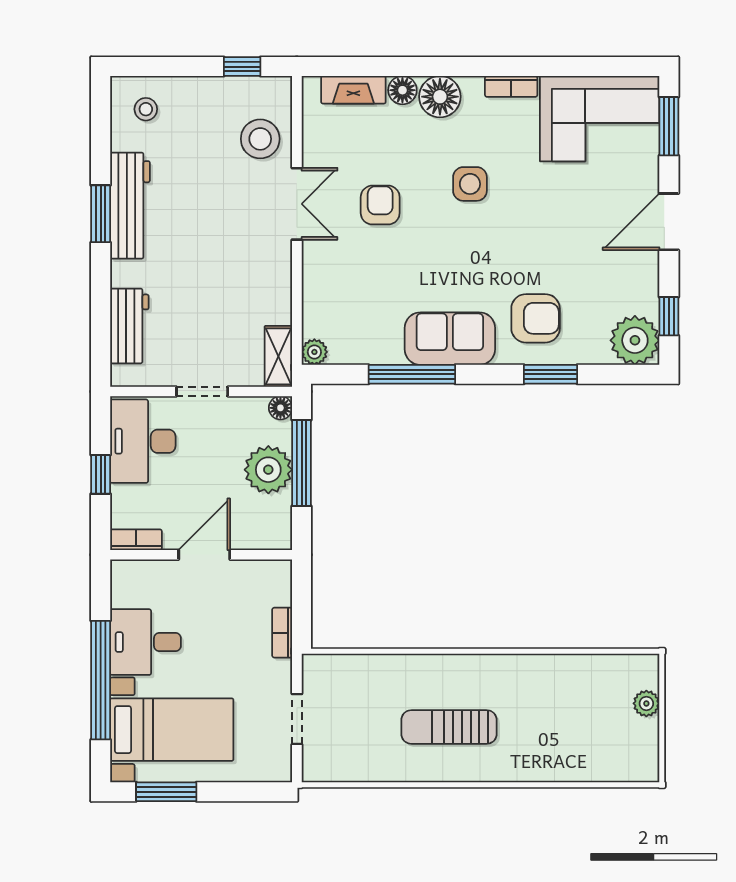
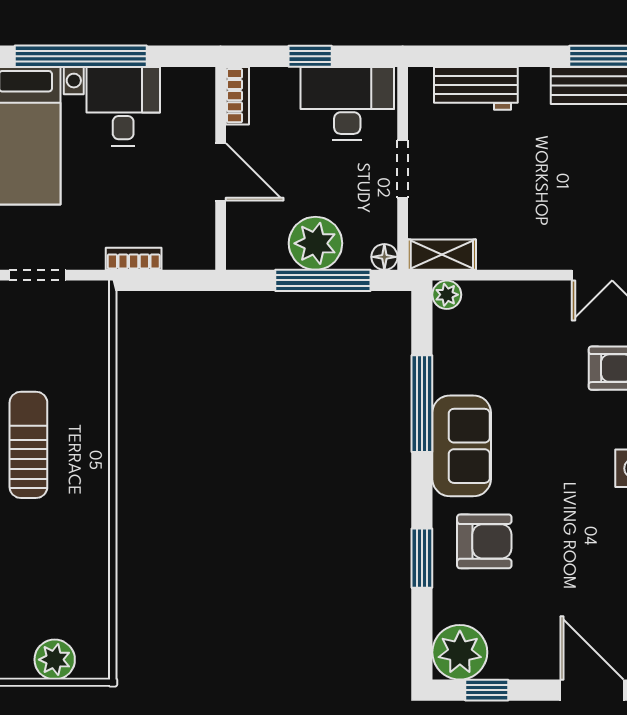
armchair: (536, 318) -> (484, 541), turned -90
plant: (646, 703) -> (55, 660), width x1.38, depth x1.38

